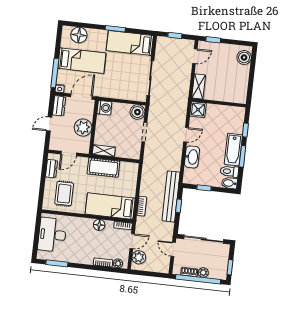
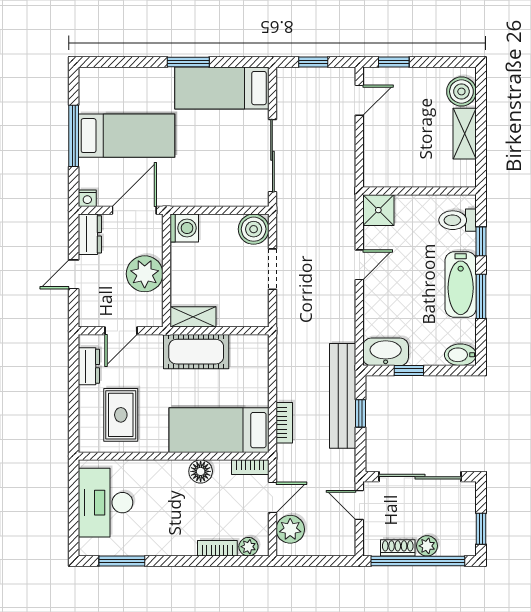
floor lamp: (79, 35) -> (115, 83), removed
window: (55, 73) -> (74, 136), moved
shelving: (199, 86) -> (465, 134), moved
washbasin: (192, 157) -> (386, 352), moved, turned -90
toilet: (229, 171) -> (458, 220), moved

